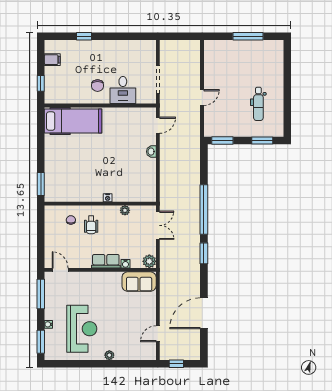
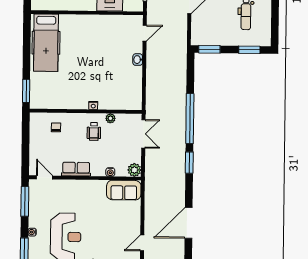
hospital bed: (73, 121) -> (46, 43), moved, turned 90
wheelchair: (91, 225) -> (94, 131), moved
row of seats: (106, 261) -> (76, 169), moved

